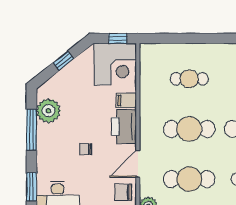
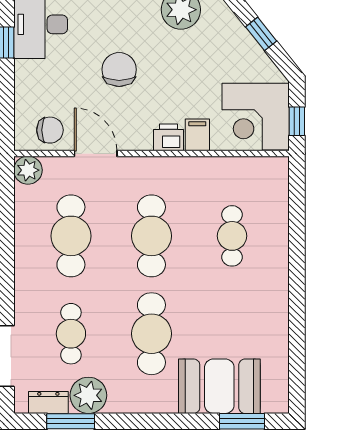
printer: (124, 126) -> (168, 137), width x0.53, depth x0.68
chair: (86, 149) -> (119, 70), width x1.87, depth x1.87
chair: (123, 192) -> (50, 130), turned 90

